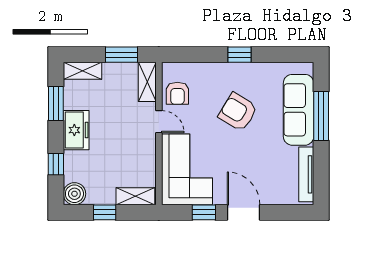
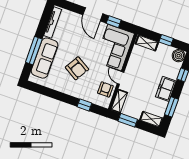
window: (239, 55) -> (84, 105), moved

